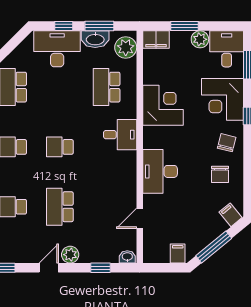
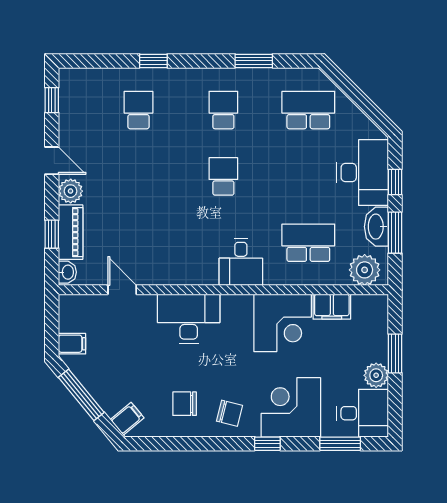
filing cabinet: (156, 40) -> (332, 307), moved, turned -90
school desk: (60, 207) -> (138, 176), removed
piano: (99, 255) -> (71, 232), added

